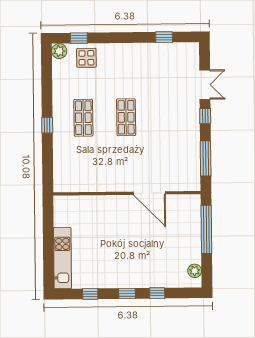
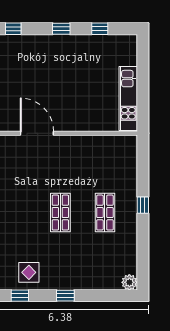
window: (79, 38) -> (65, 296), moved
display table: (86, 58) -> (29, 272), moved
kitchen unit: (62, 258) -> (128, 98), moved
window: (157, 293) -> (13, 29), moved

